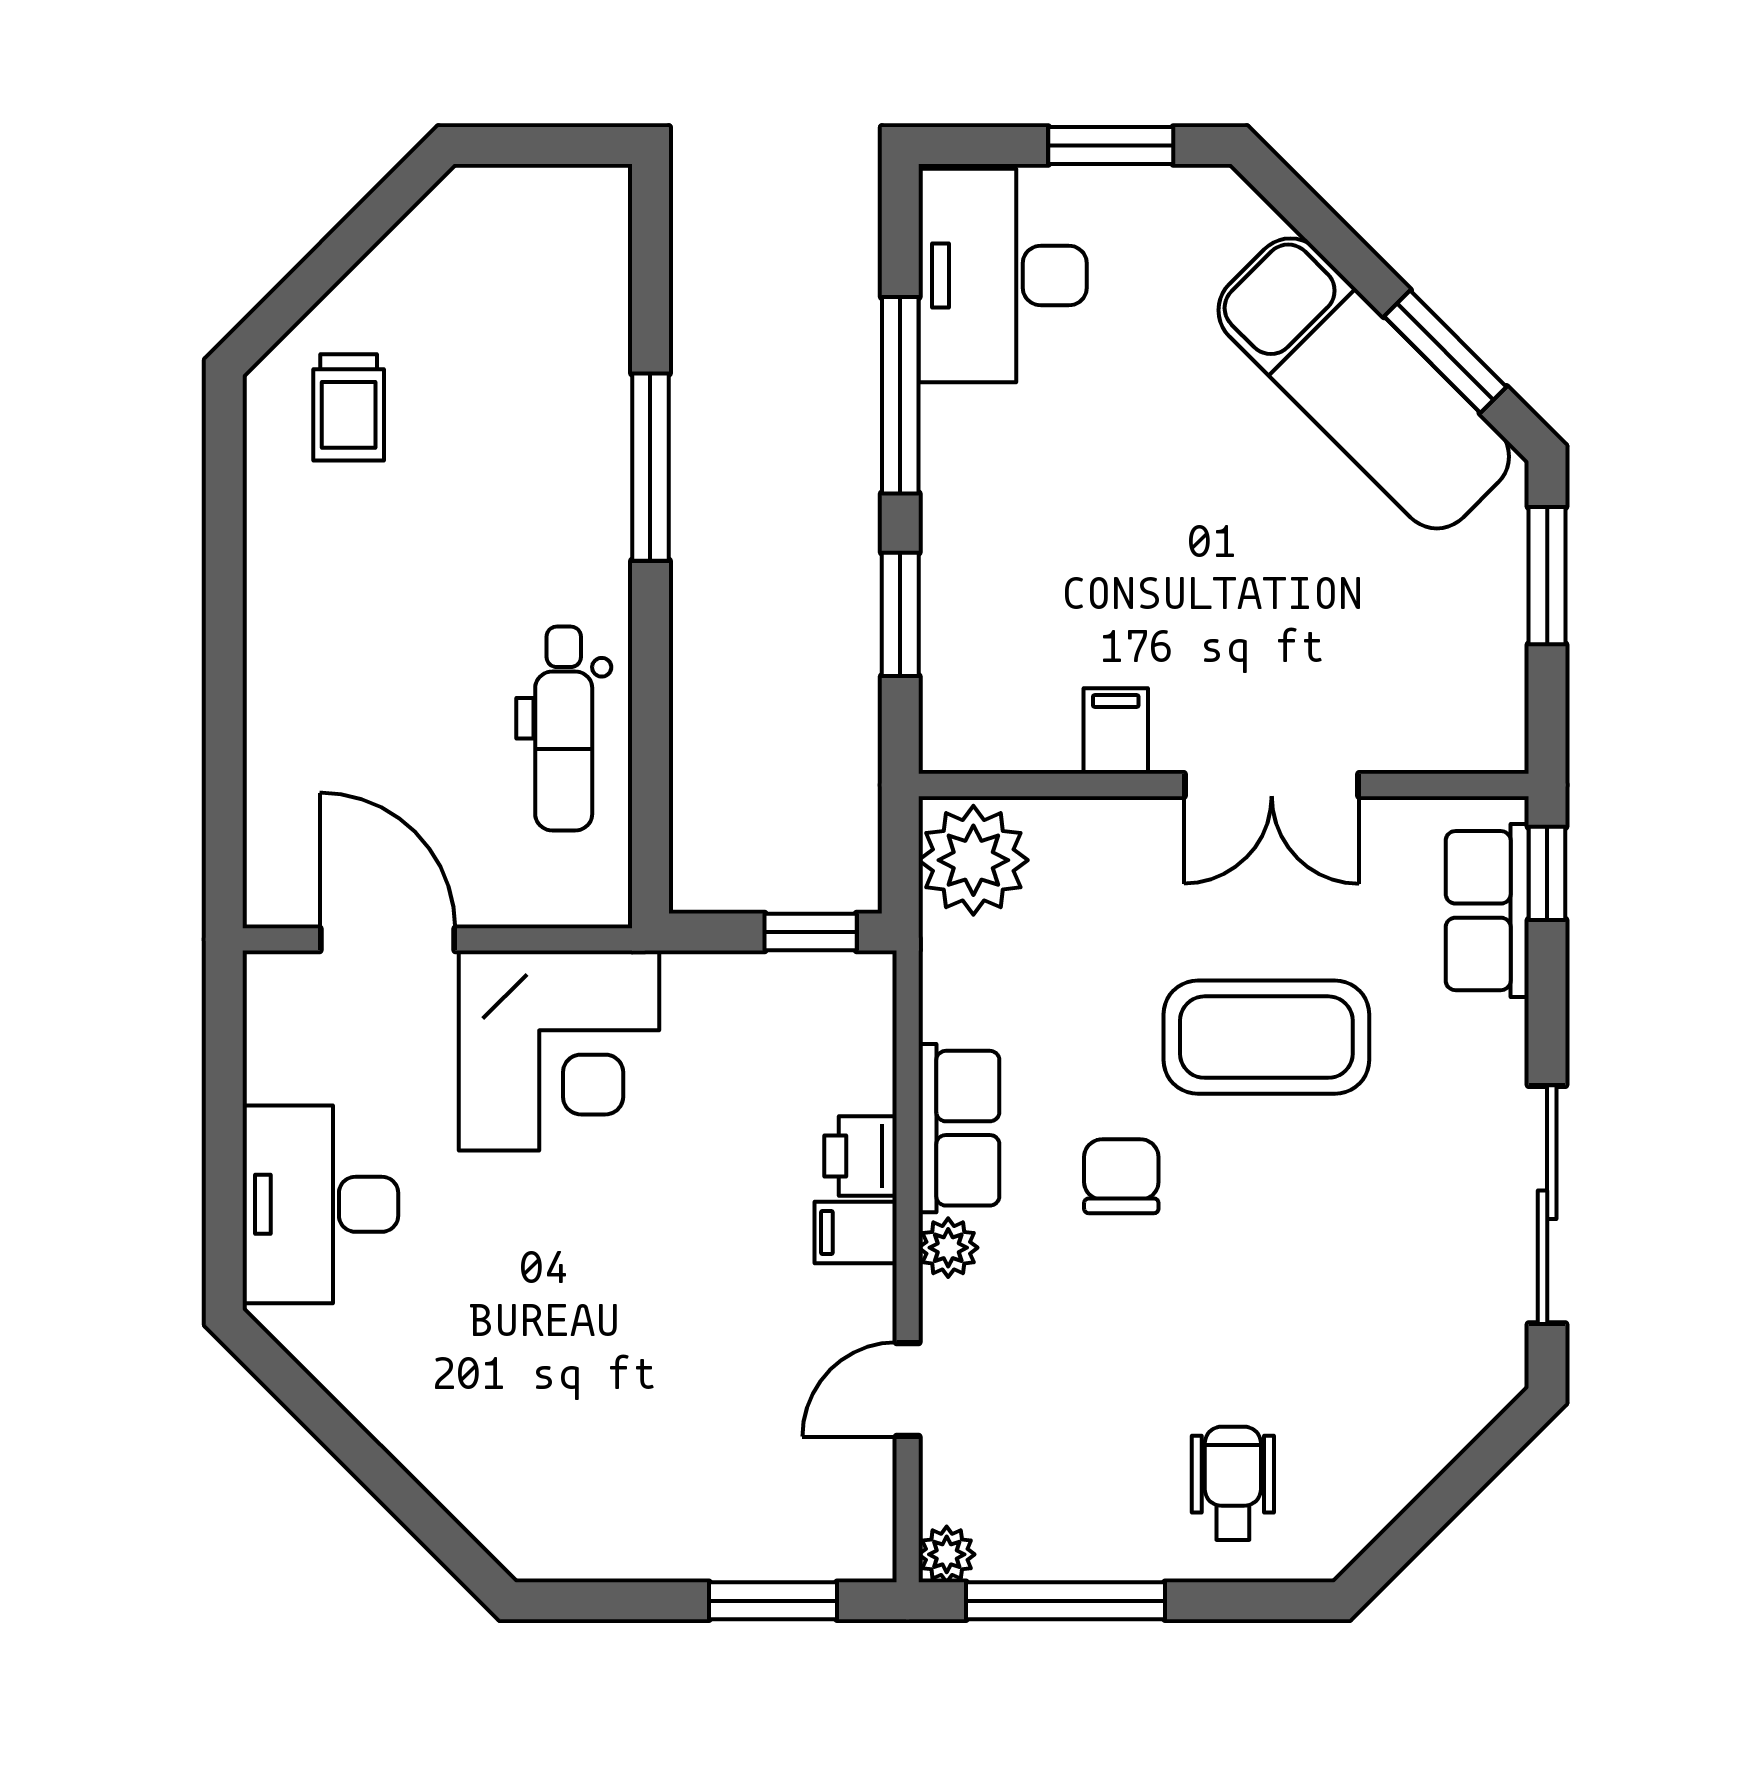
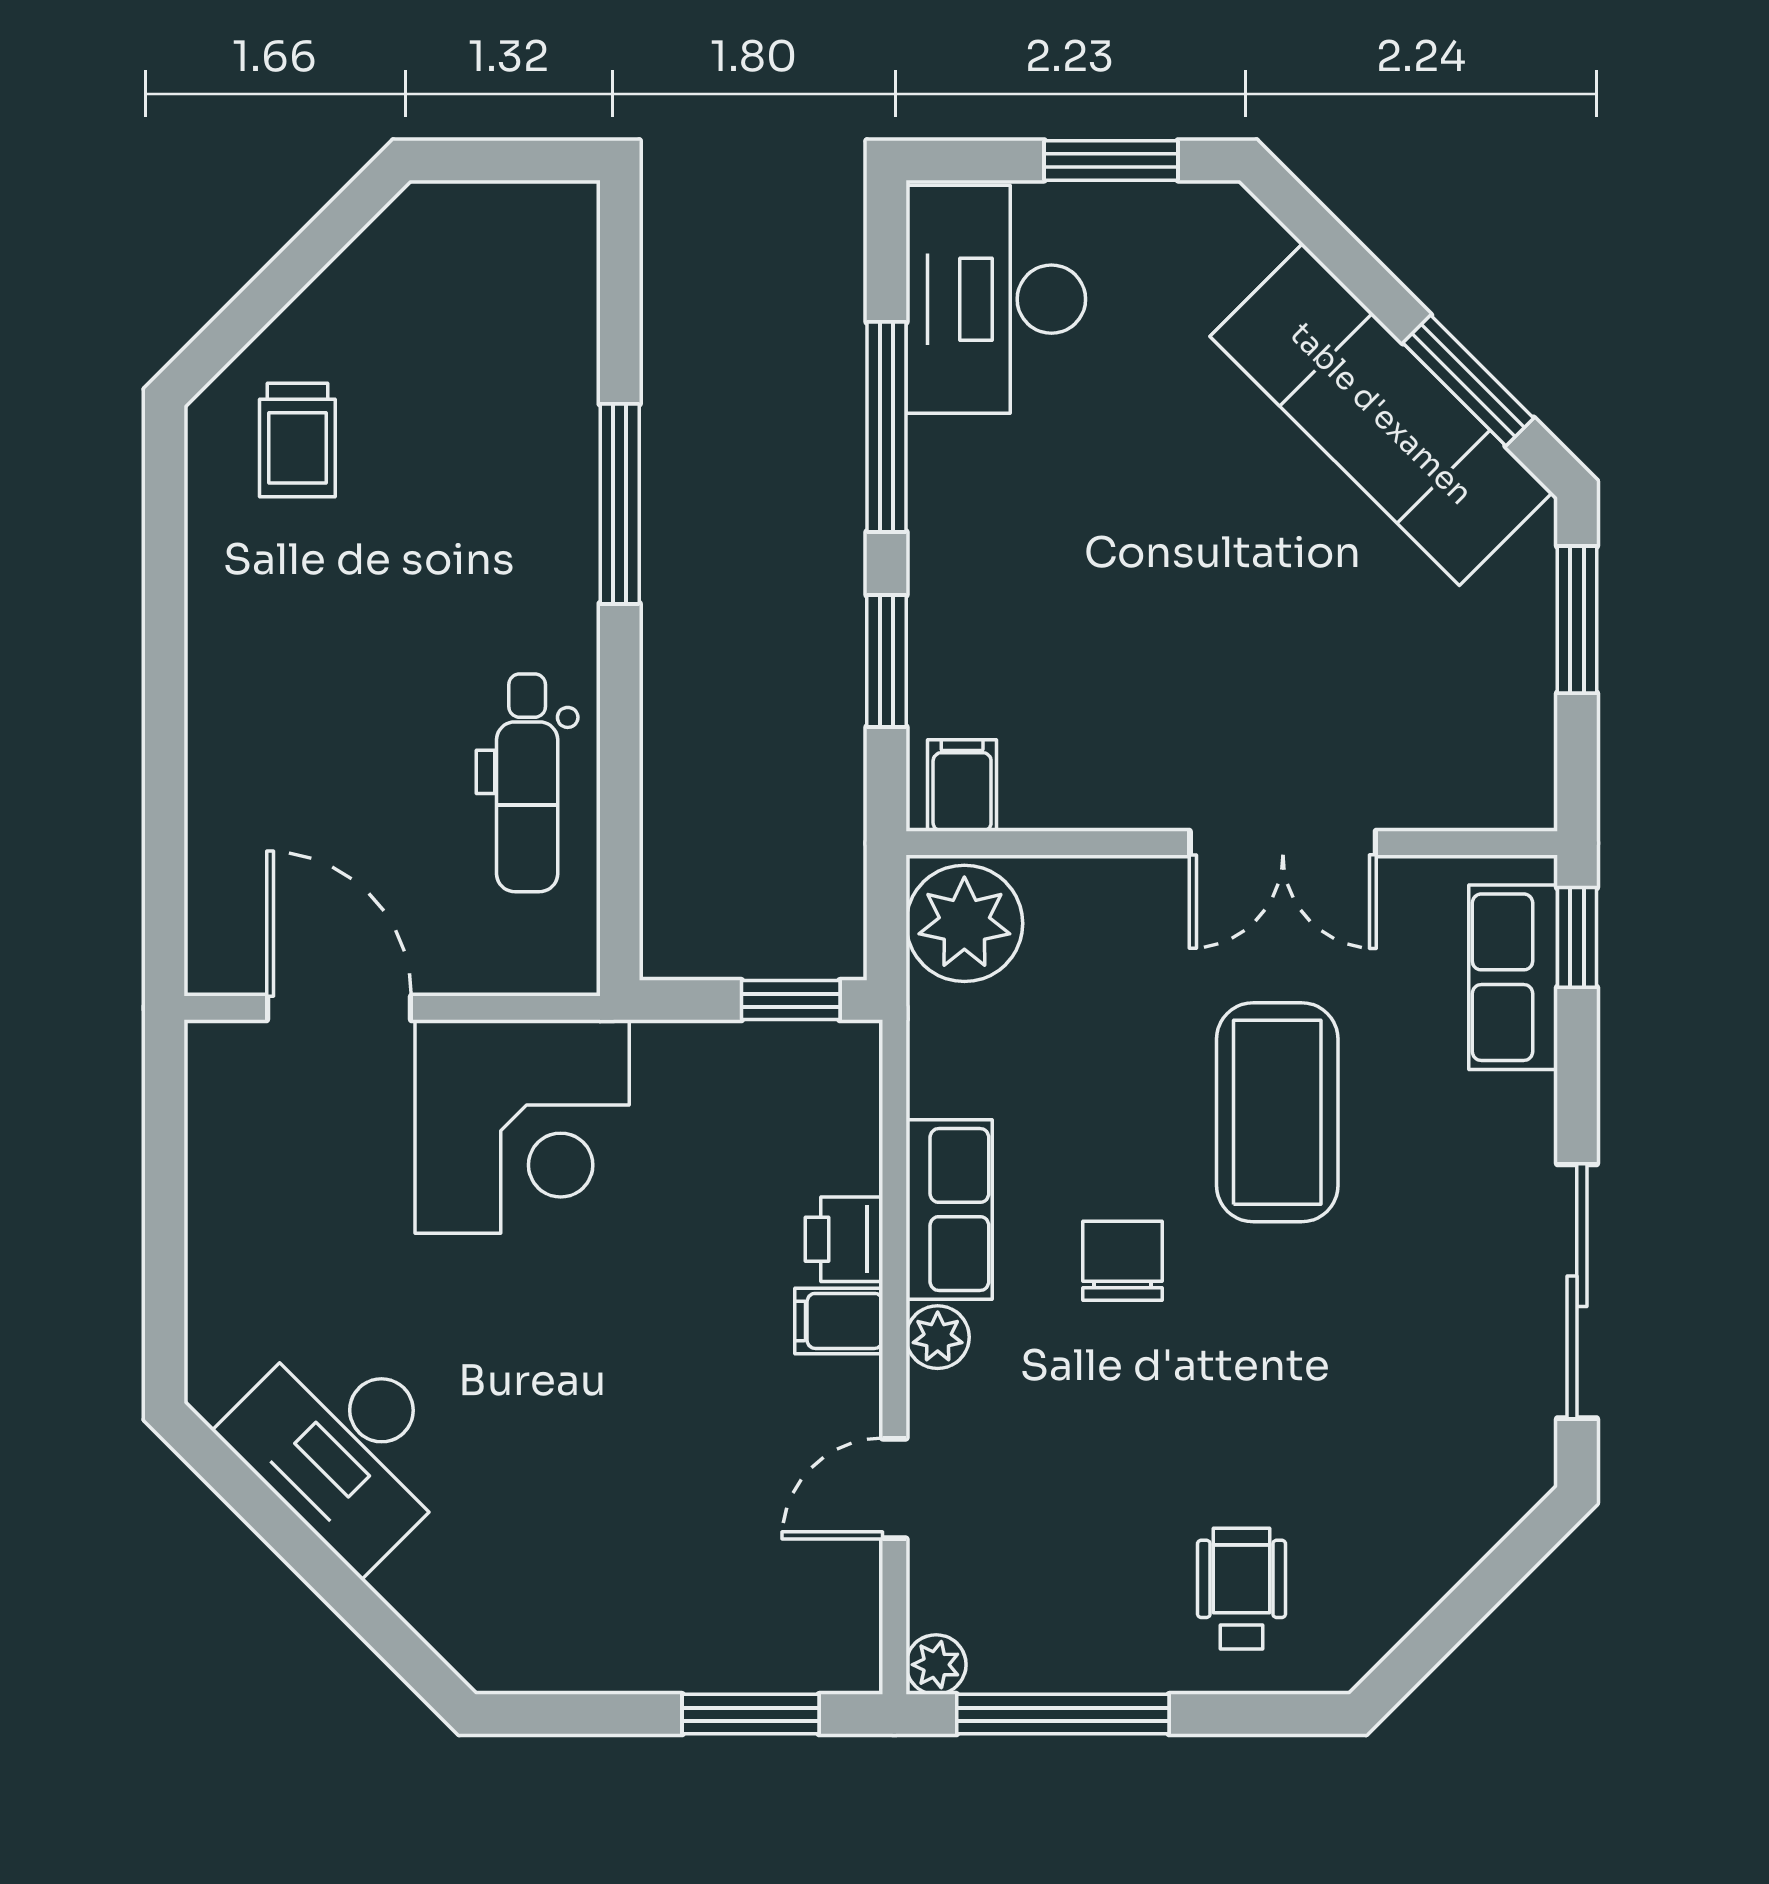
filing cabinet: (1116, 731) -> (962, 786), moved
coffee table: (1266, 1037) -> (1277, 1112), turned 90
desk: (320, 1204) -> (345, 1447), moved, turned -45

